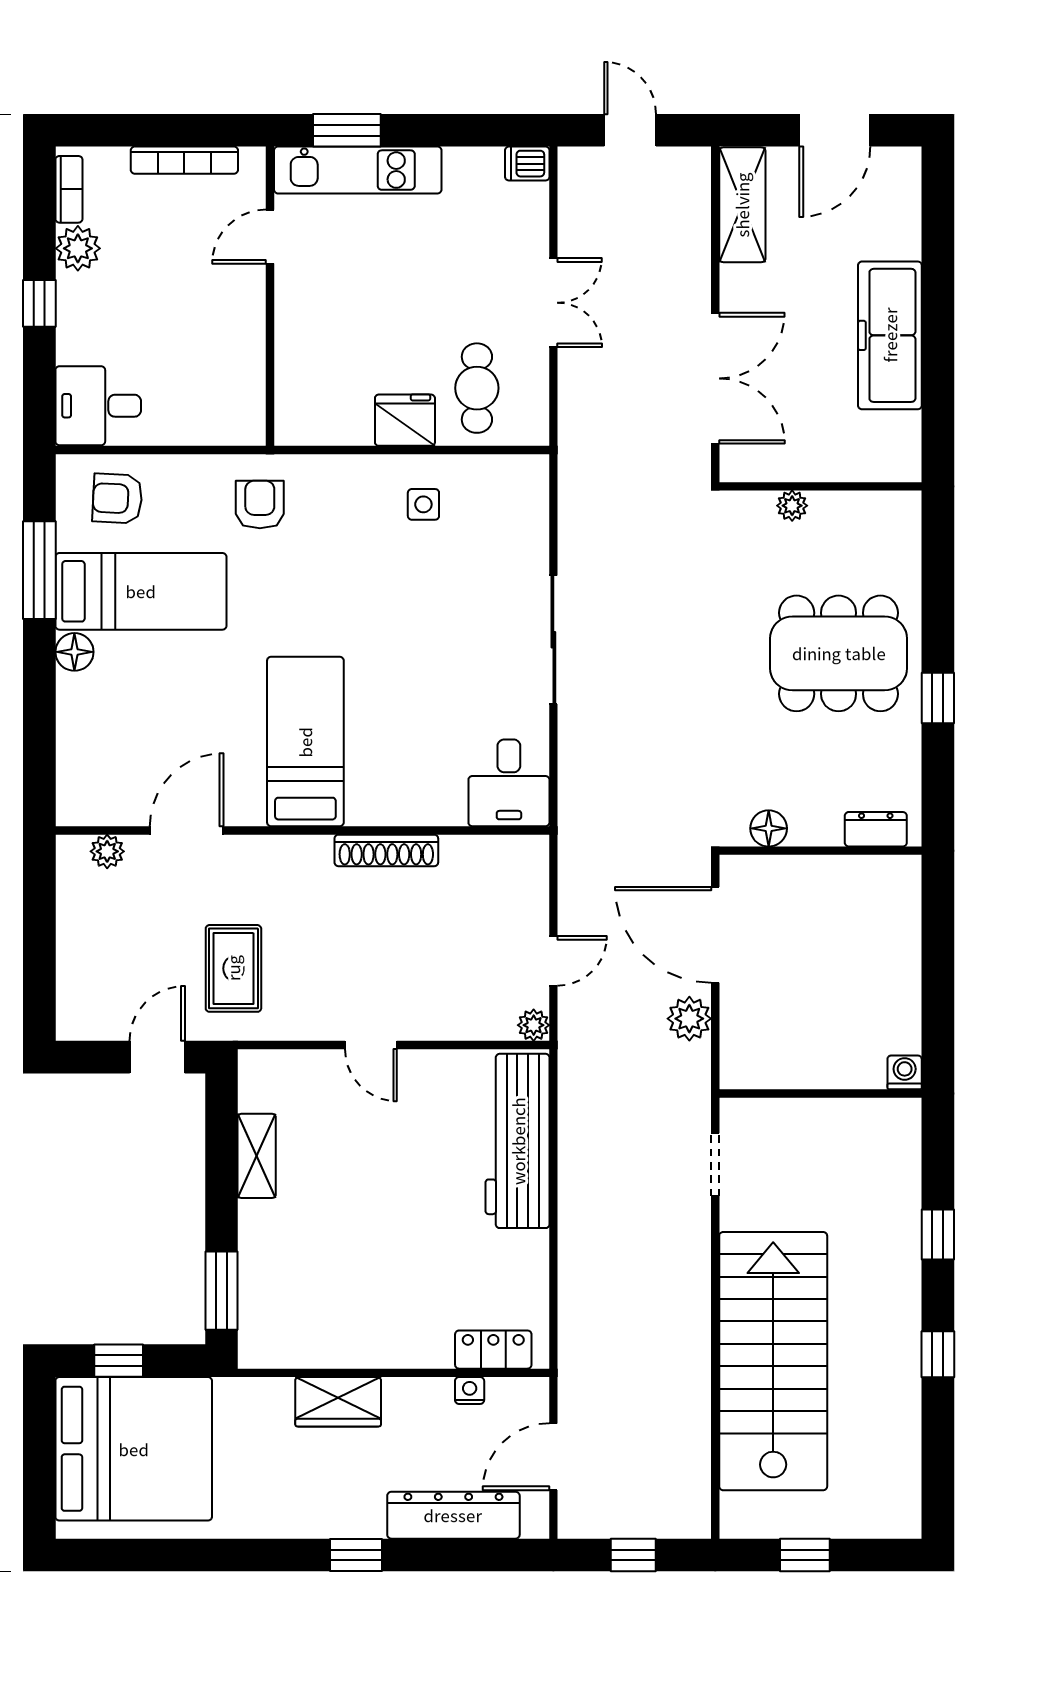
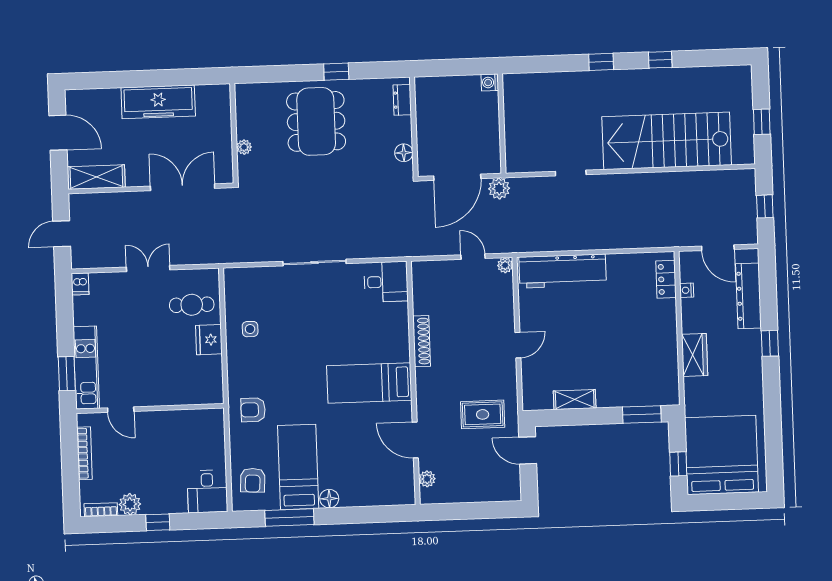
washing machine: (905, 1072) -> (490, 82), moved
wall: (820, 1094) -> (502, 124), moved

